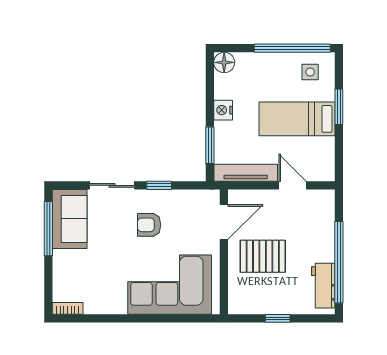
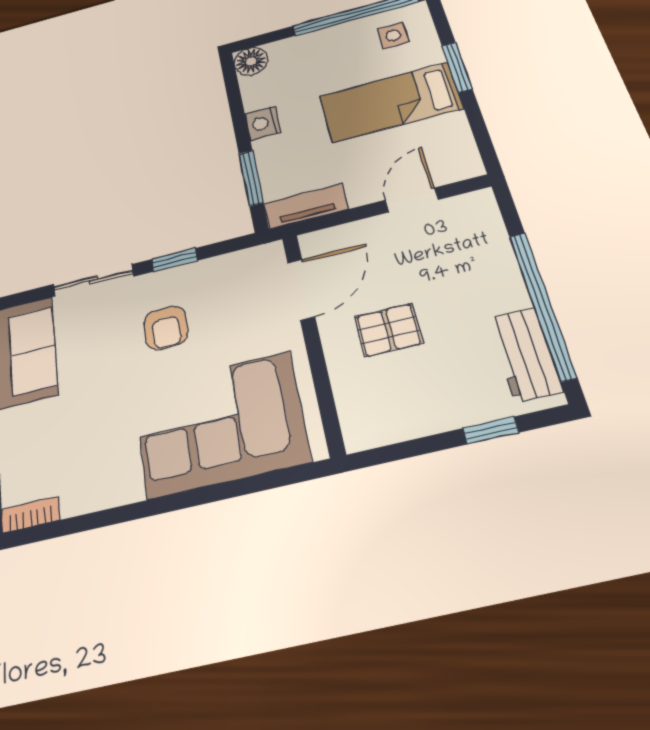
tv unit: (246, 173) -> (306, 206), width x0.71
door: (292, 185) -> (411, 200), hinge flipped
armchair: (149, 225) -> (166, 328), turned -90
pallet: (263, 256) -> (388, 330), width x0.67, depth x0.71
window: (278, 318) -> (491, 430), moved

